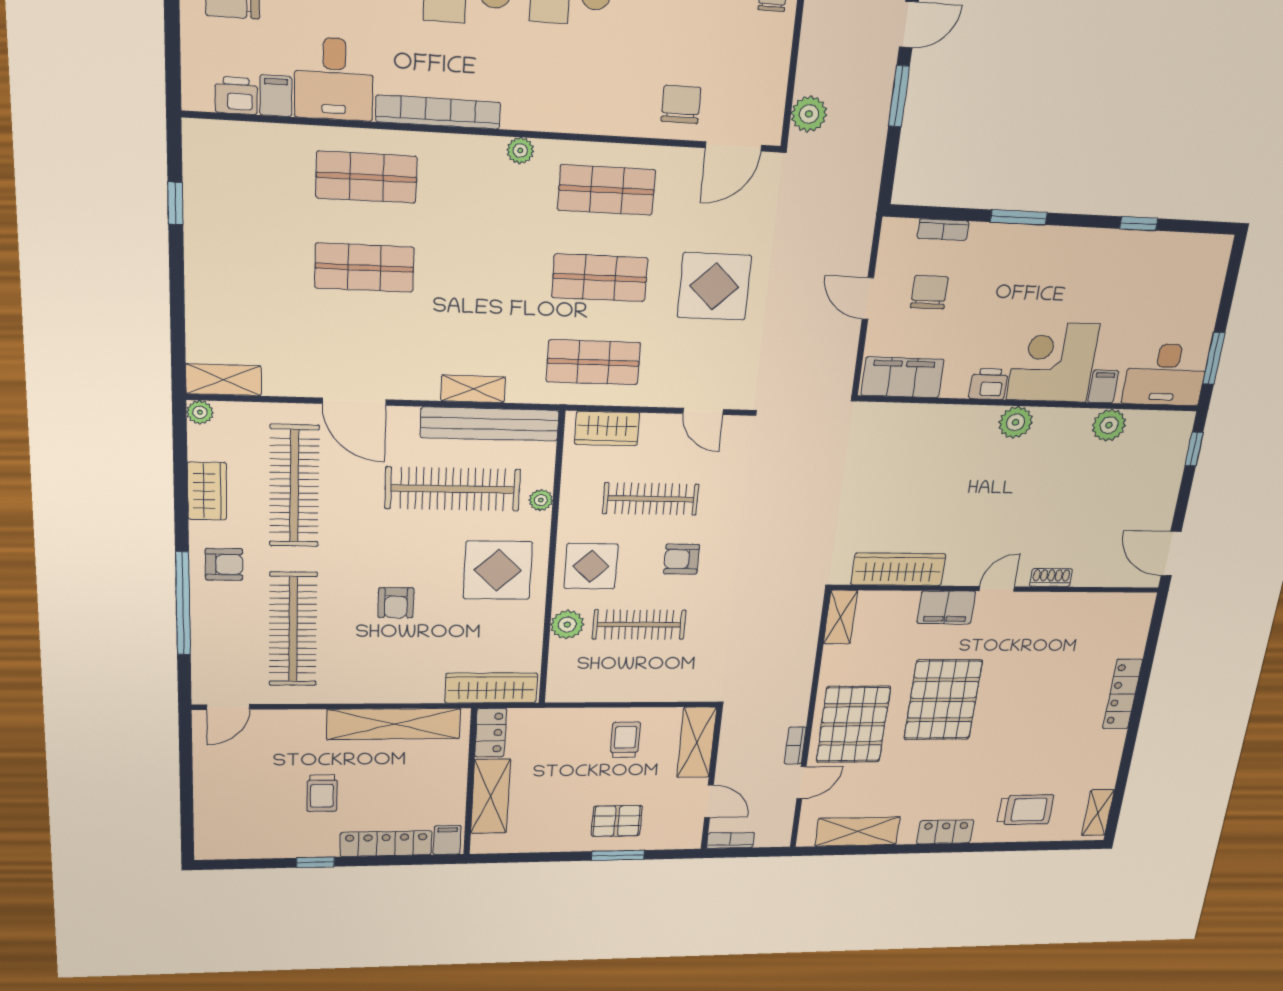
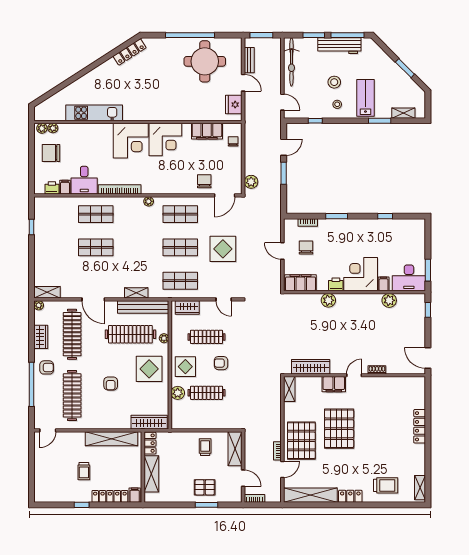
plant: (1016, 422) -> (328, 300), moved
shelving: (857, 831) -> (310, 495), width x1.47

